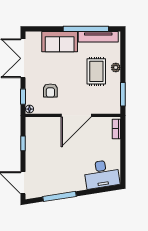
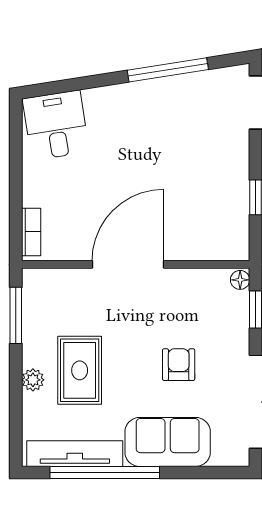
armchair: (50, 91) -> (179, 365), moved
desk: (102, 174) -> (56, 125), width x0.73

